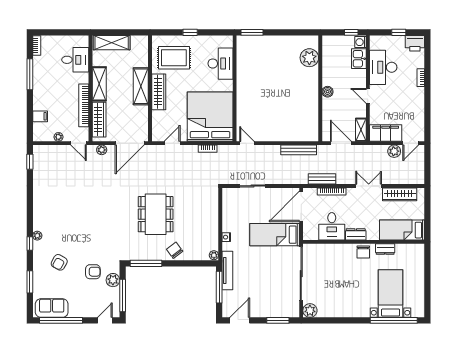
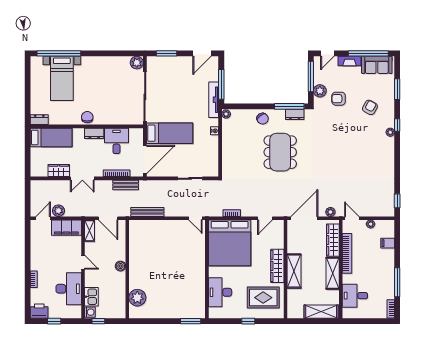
wardrobe: (400, 194) -> (59, 171), width x0.67
dresser: (385, 249) -> (39, 120), moved
dresser: (140, 255) -> (295, 114), added
fireplace: (81, 312) -> (349, 61), added

